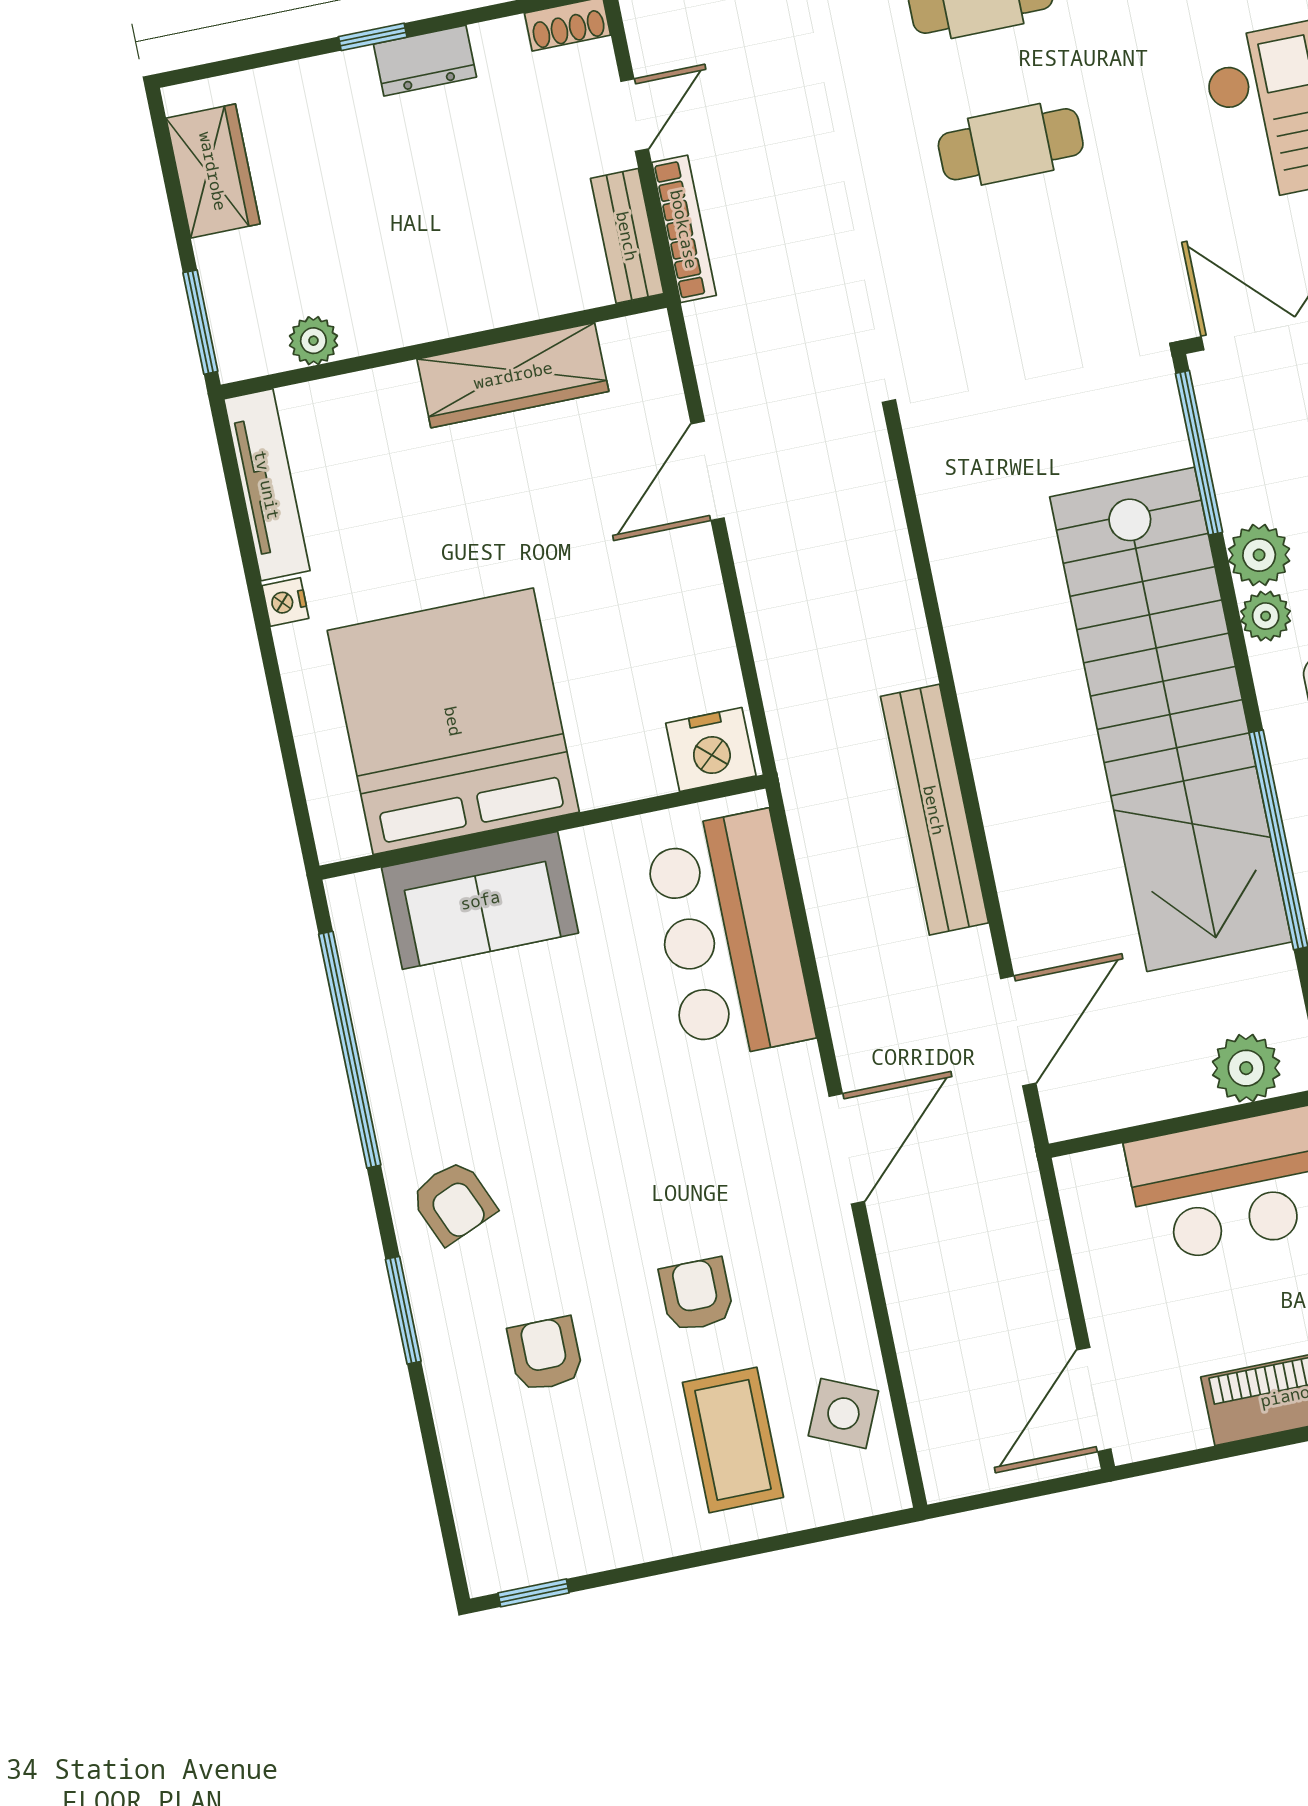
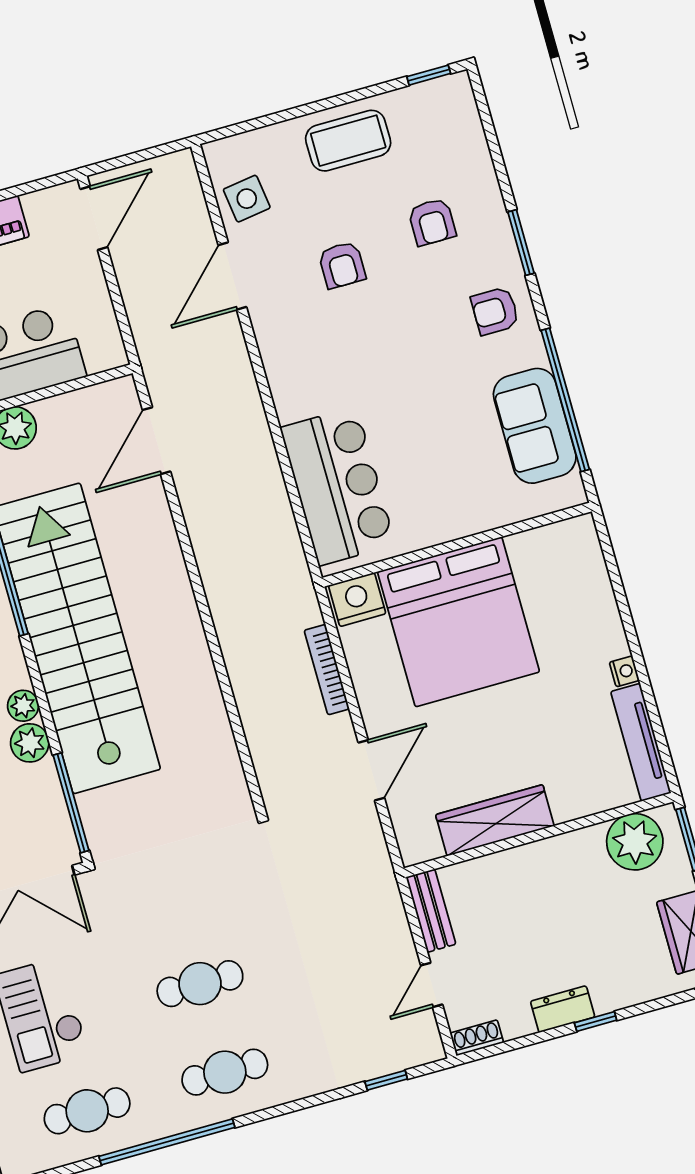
bookcase: (684, 229) -> (327, 670), moved
plant: (313, 341) -> (635, 842), width x1.87, depth x1.87
bed: (453, 721) -> (458, 622), moved
bench: (934, 810) -> (217, 573), removed
sofa: (480, 900) -> (535, 426), moved, turned -90
door: (847, 1149) -> (232, 276), moved
armchair: (453, 1202) -> (495, 311), turned -67
side table: (843, 1413) -> (247, 199), turned -32
coffee table: (733, 1440) -> (348, 141), moved, turned 90

